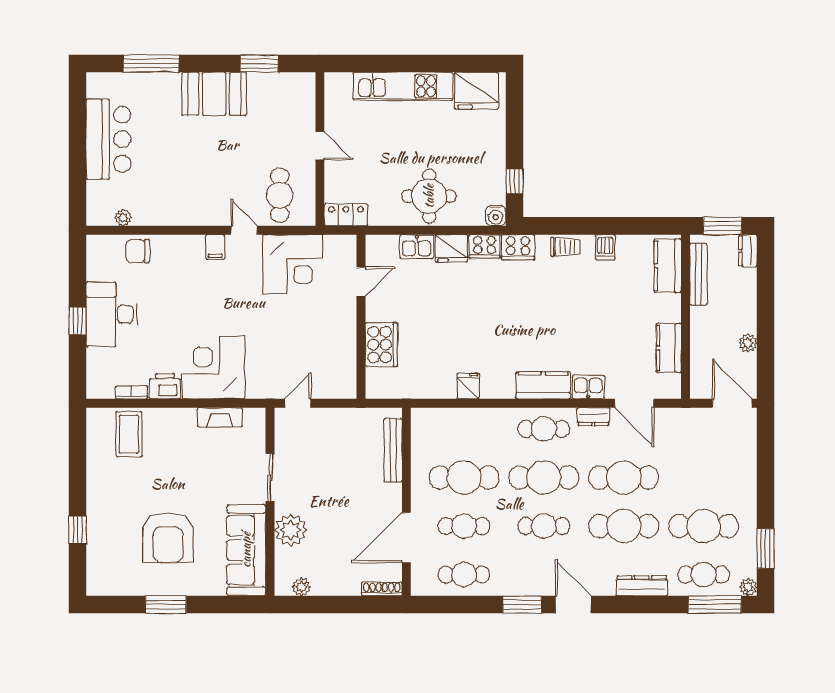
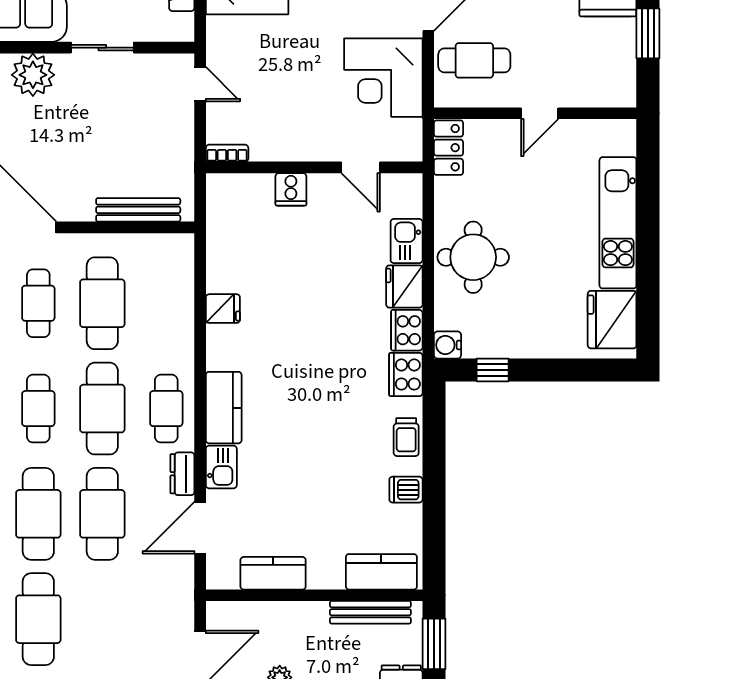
cooker: (381, 345) -> (291, 189), width x0.53, depth x0.76
bookcase: (350, 383) -> (227, 153), added

